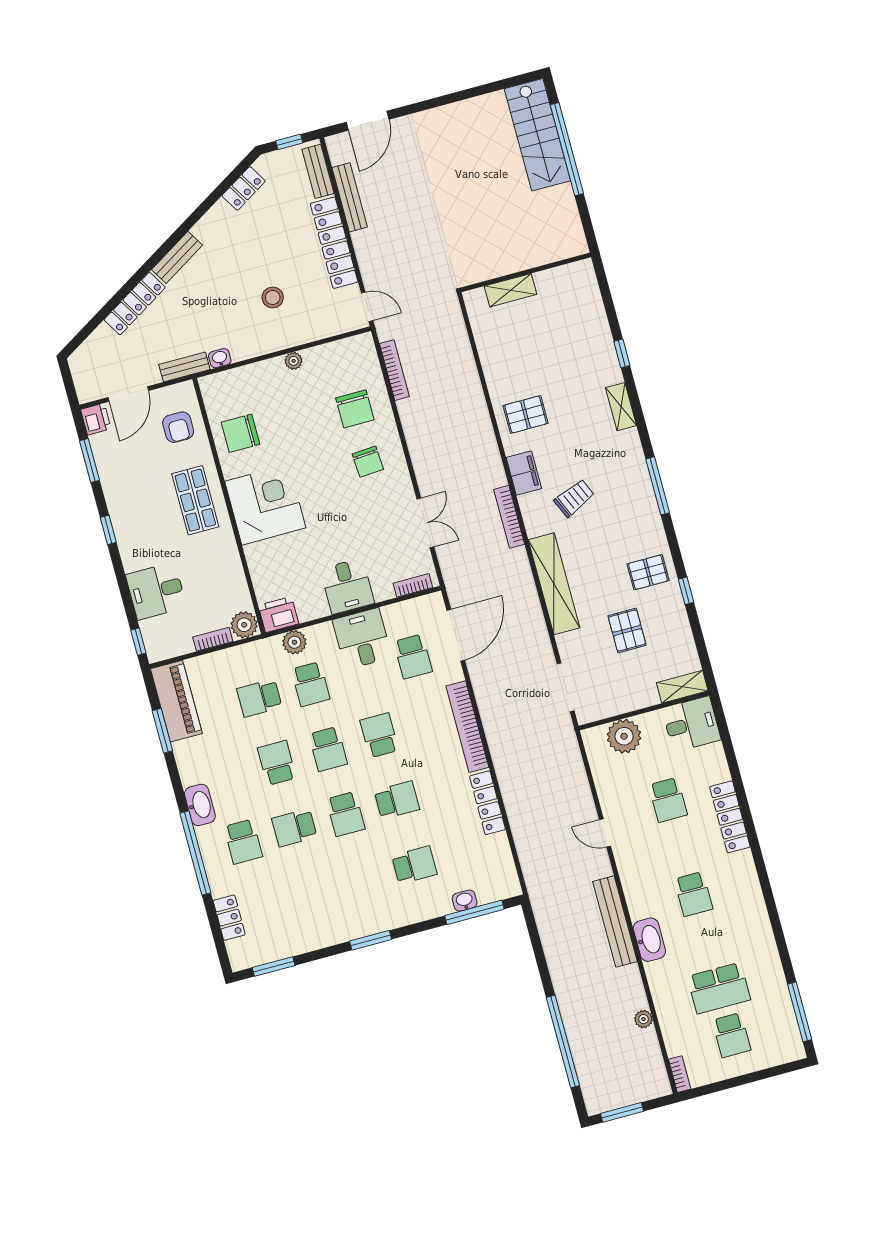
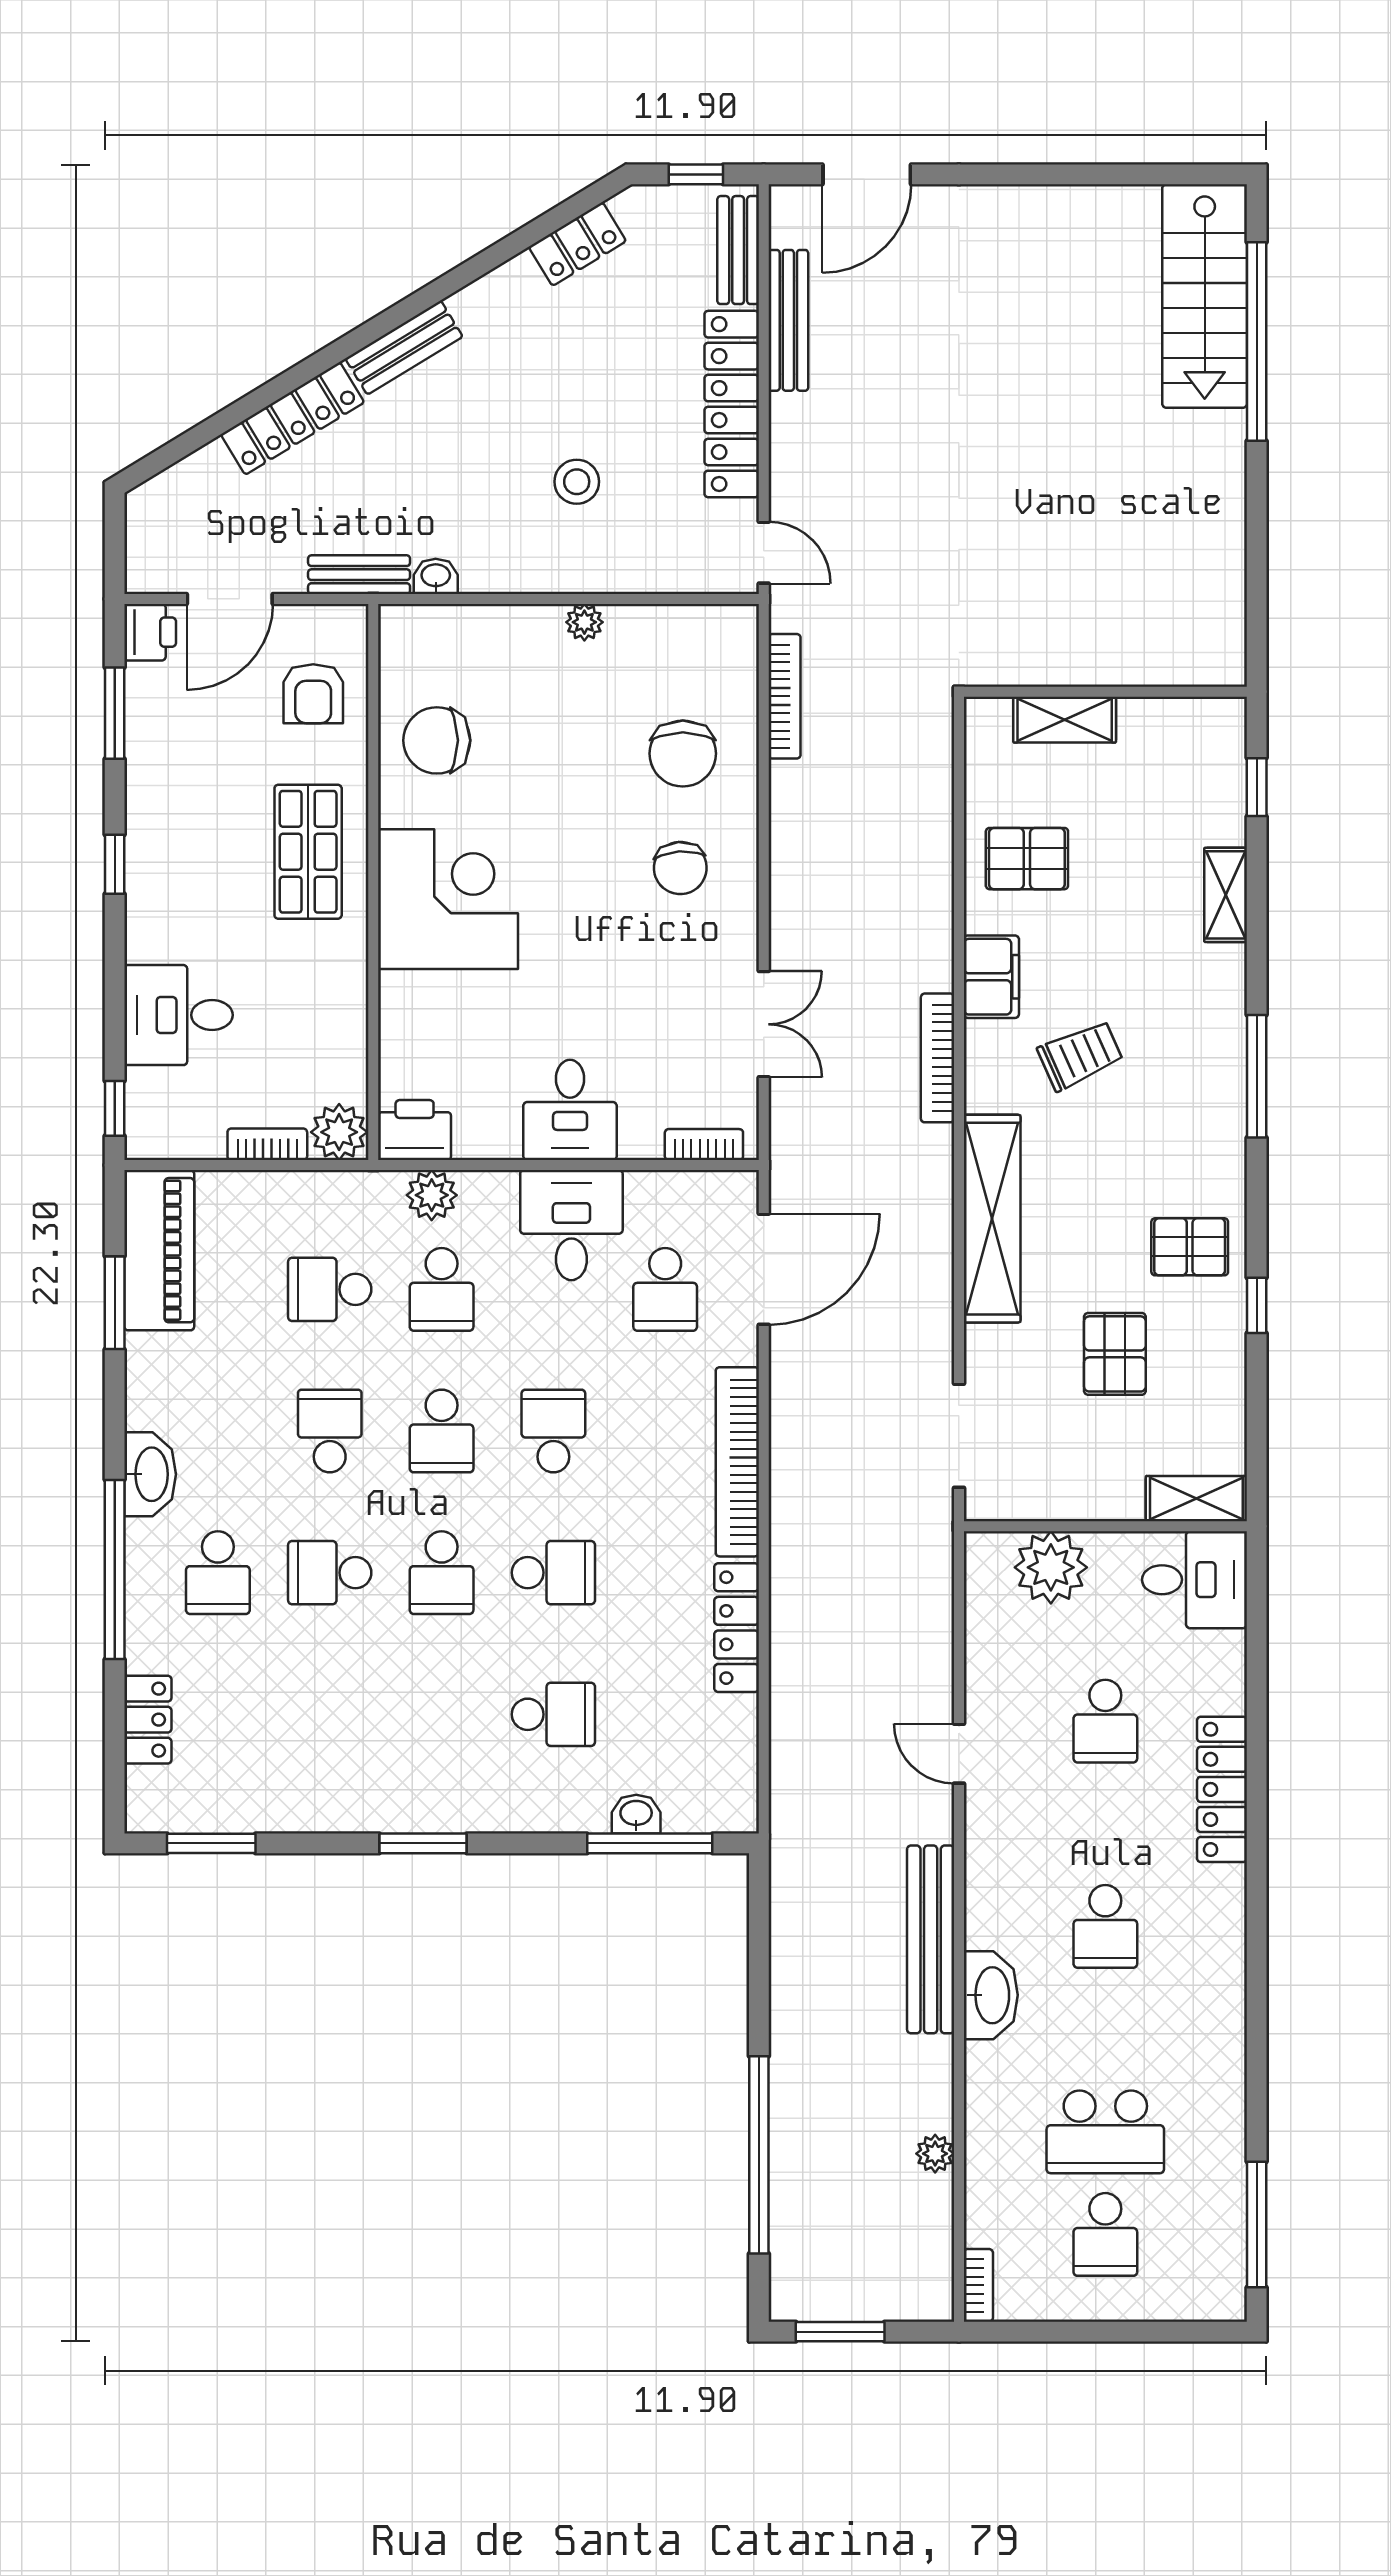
wall: (526, 272) -> (1105, 692), moved
shelving: (511, 290) -> (1065, 720), moved

